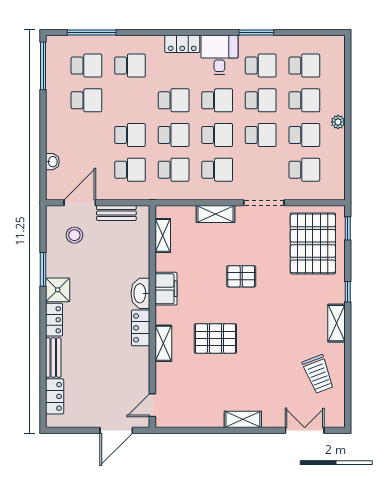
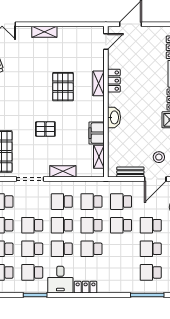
school desk: (130, 66) -> (151, 225), moved
filing cabinet: (166, 289) -> (97, 133), moved
locker: (141, 328) -> (114, 81), moved
pallet: (215, 339) -> (63, 87), turned 90

